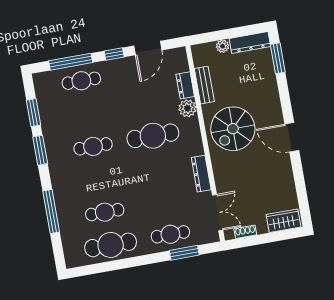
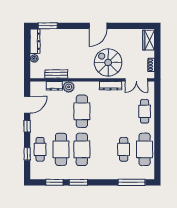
door: (148, 48) -> (27, 105), hinge flipped
window: (71, 62) -> (27, 154), width x0.46
cafe table: (87, 114) -> (61, 149), added
spiral stairs: (233, 129) -> (108, 62), moved, turned 180
cafe table: (93, 146) -> (82, 149), width x1.37, depth x1.35
window: (51, 211) -> (132, 182), moved
double door: (218, 213) -> (136, 80), swing flipped
window: (184, 253) -> (157, 105), removed

